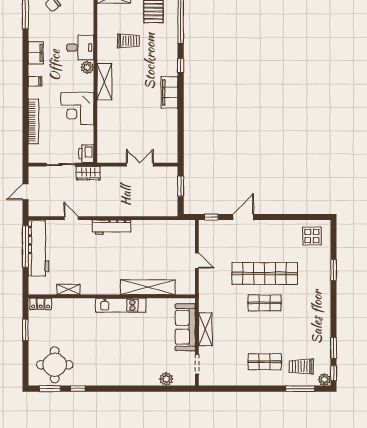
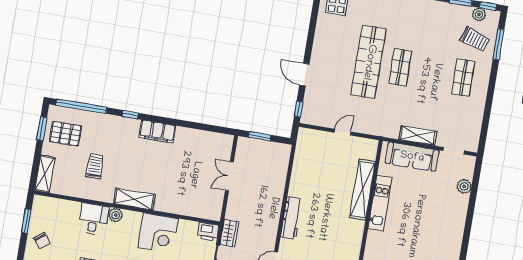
kitchen unit: (121, 305) -> (380, 203), moved
trolley: (301, 366) -> (475, 39), turned -72
plant: (324, 380) -> (479, 14), moved

